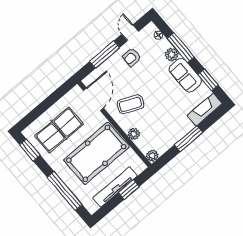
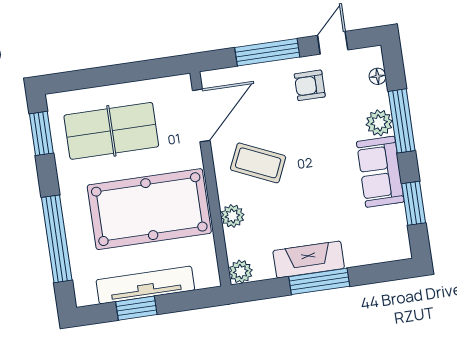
fireplace: (205, 110) -> (309, 259), moved
window: (129, 190) -> (136, 308), moved

